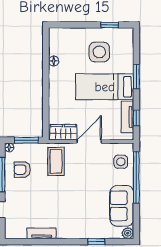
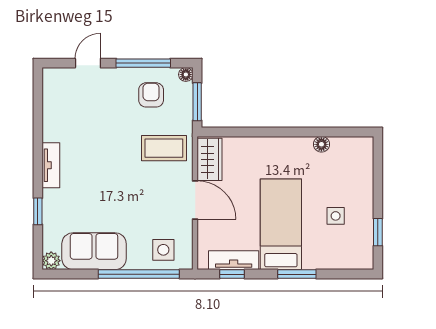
side table: (99, 52) -> (336, 216), width x0.54, depth x0.54
tv unit: (42, 233) -> (51, 165), moved

